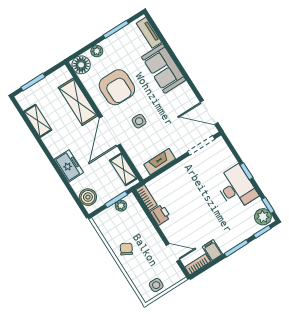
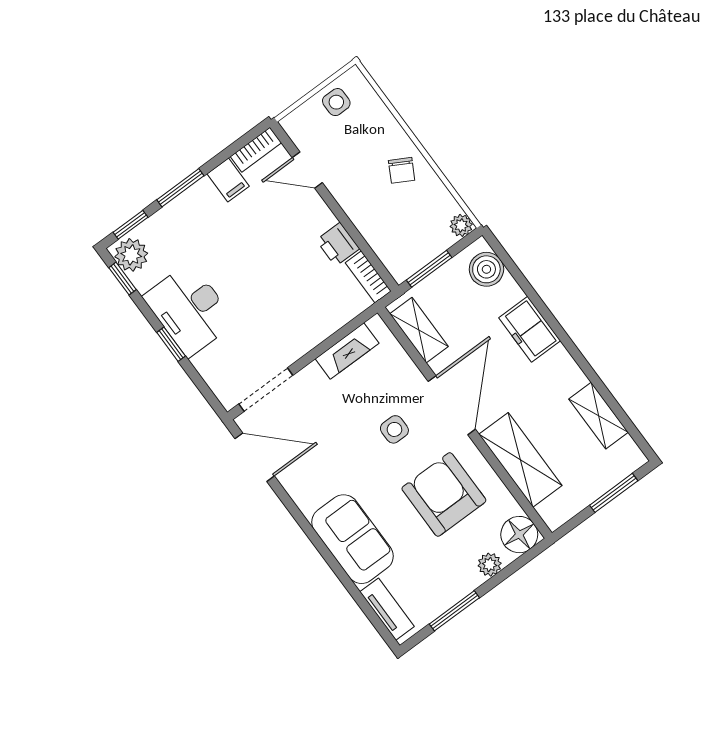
plant: (121, 206) -> (461, 225), moved

